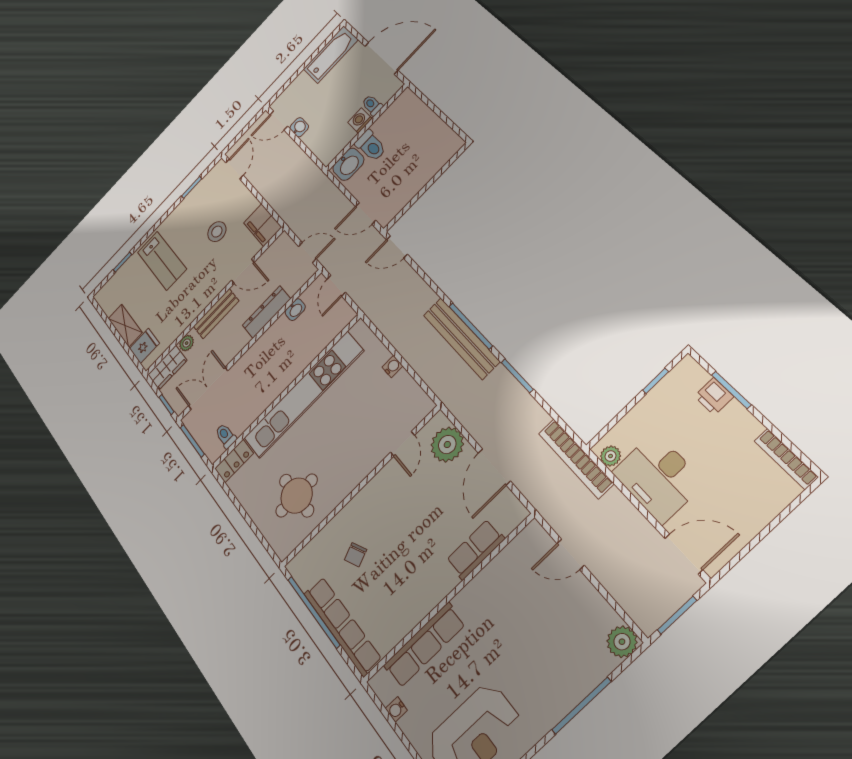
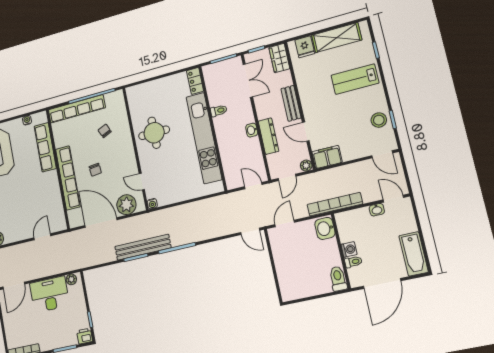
door: (279, 121) -> (393, 199), hinge flipped
toilet: (371, 146) -> (338, 279), moved, turned 90
stool: (217, 232) -> (379, 120), moved
door: (397, 247) -> (250, 231), swing flipped
door: (243, 271) -> (306, 132), hinge flipped
washbasin: (295, 310) -> (252, 130), moved
shelving: (125, 326) -> (337, 38), width x1.50, depth x1.33
bench: (461, 338) -> (143, 247), moved
plant: (187, 343) -> (306, 166), moved
water cooler: (392, 367) -> (152, 204), moved
printer: (714, 396) -> (85, 336), moved
toilet: (226, 436) -> (219, 111), moved
bookcase: (576, 458) -> (335, 204), moved
door: (494, 467) -> (101, 223), width x1.36
round table: (297, 496) -> (154, 133), moved
chair: (420, 531) -> (95, 170), added
row of seats: (475, 549) -> (68, 178), width x2.02

